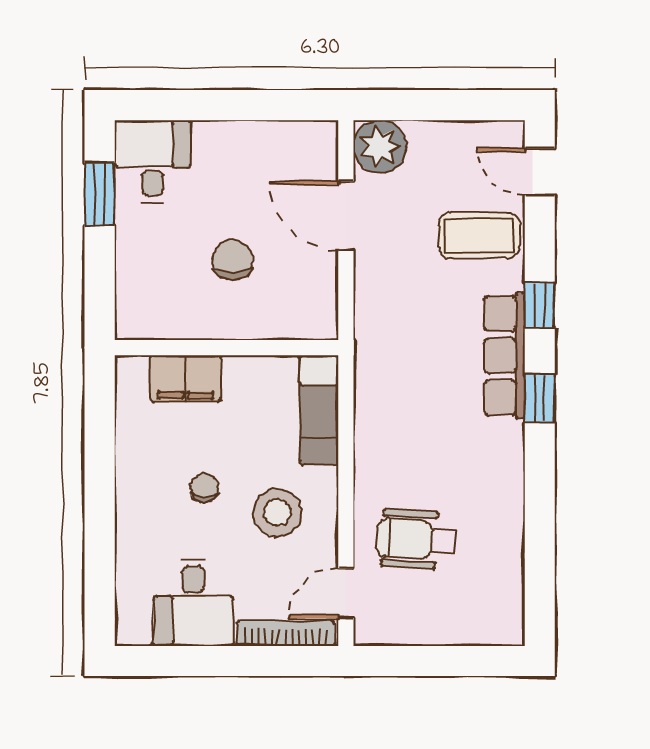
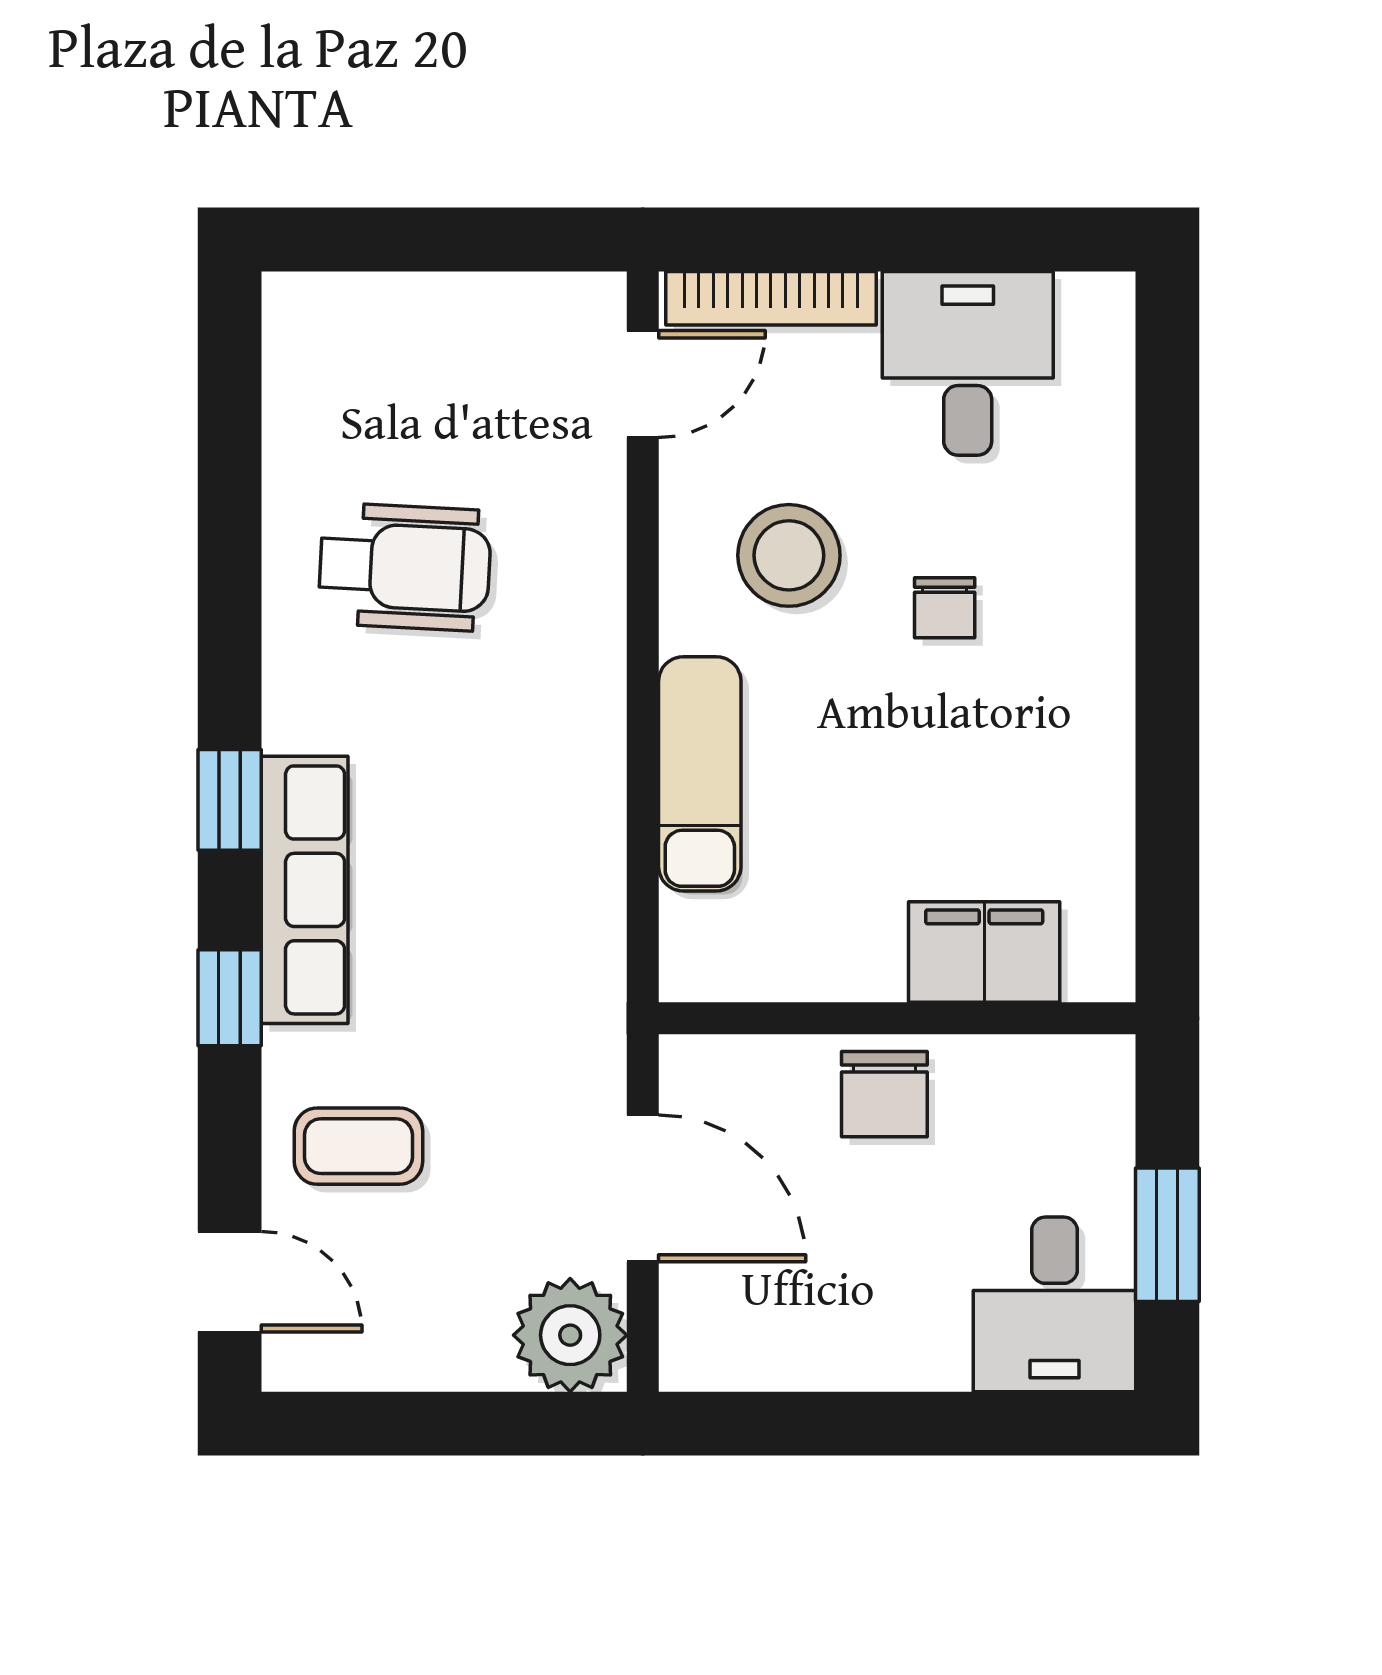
coffee table: (479, 235) -> (358, 1146), width x0.73, depth x0.77
wall: (226, 348) -> (897, 1018), moved
filing cabinet: (186, 379) -> (984, 952), moved
wheelchair: (416, 539) -> (405, 567), moved

